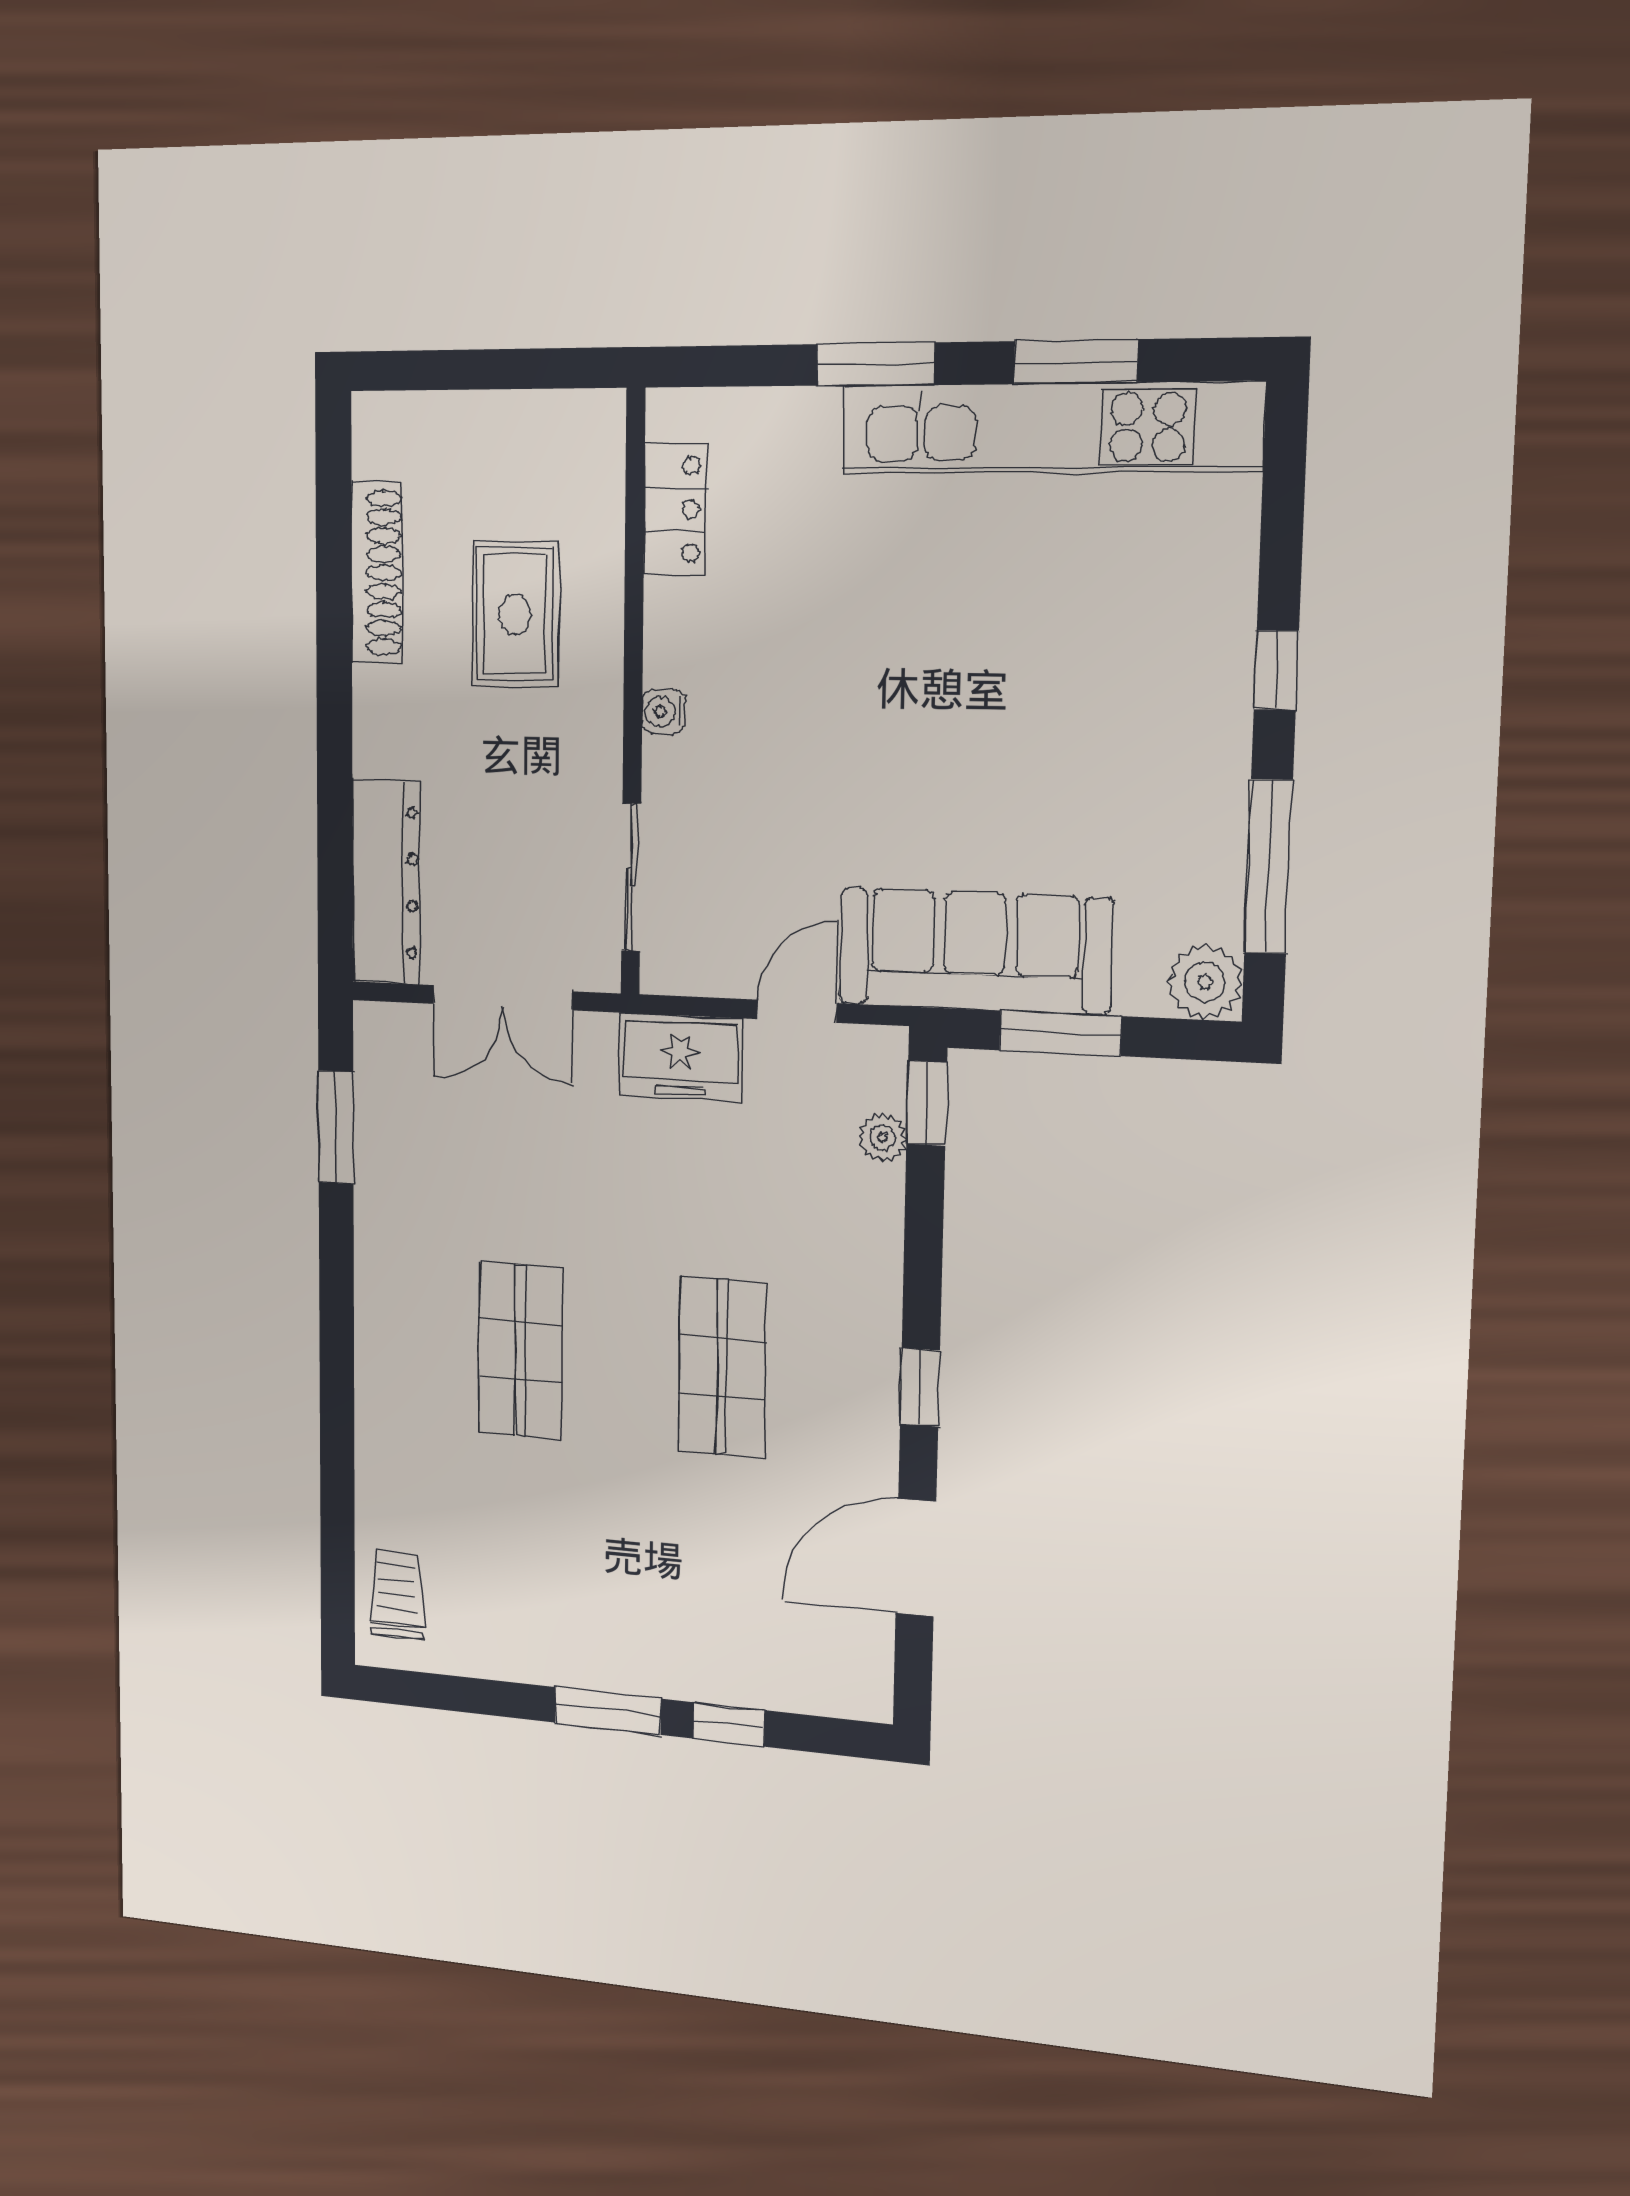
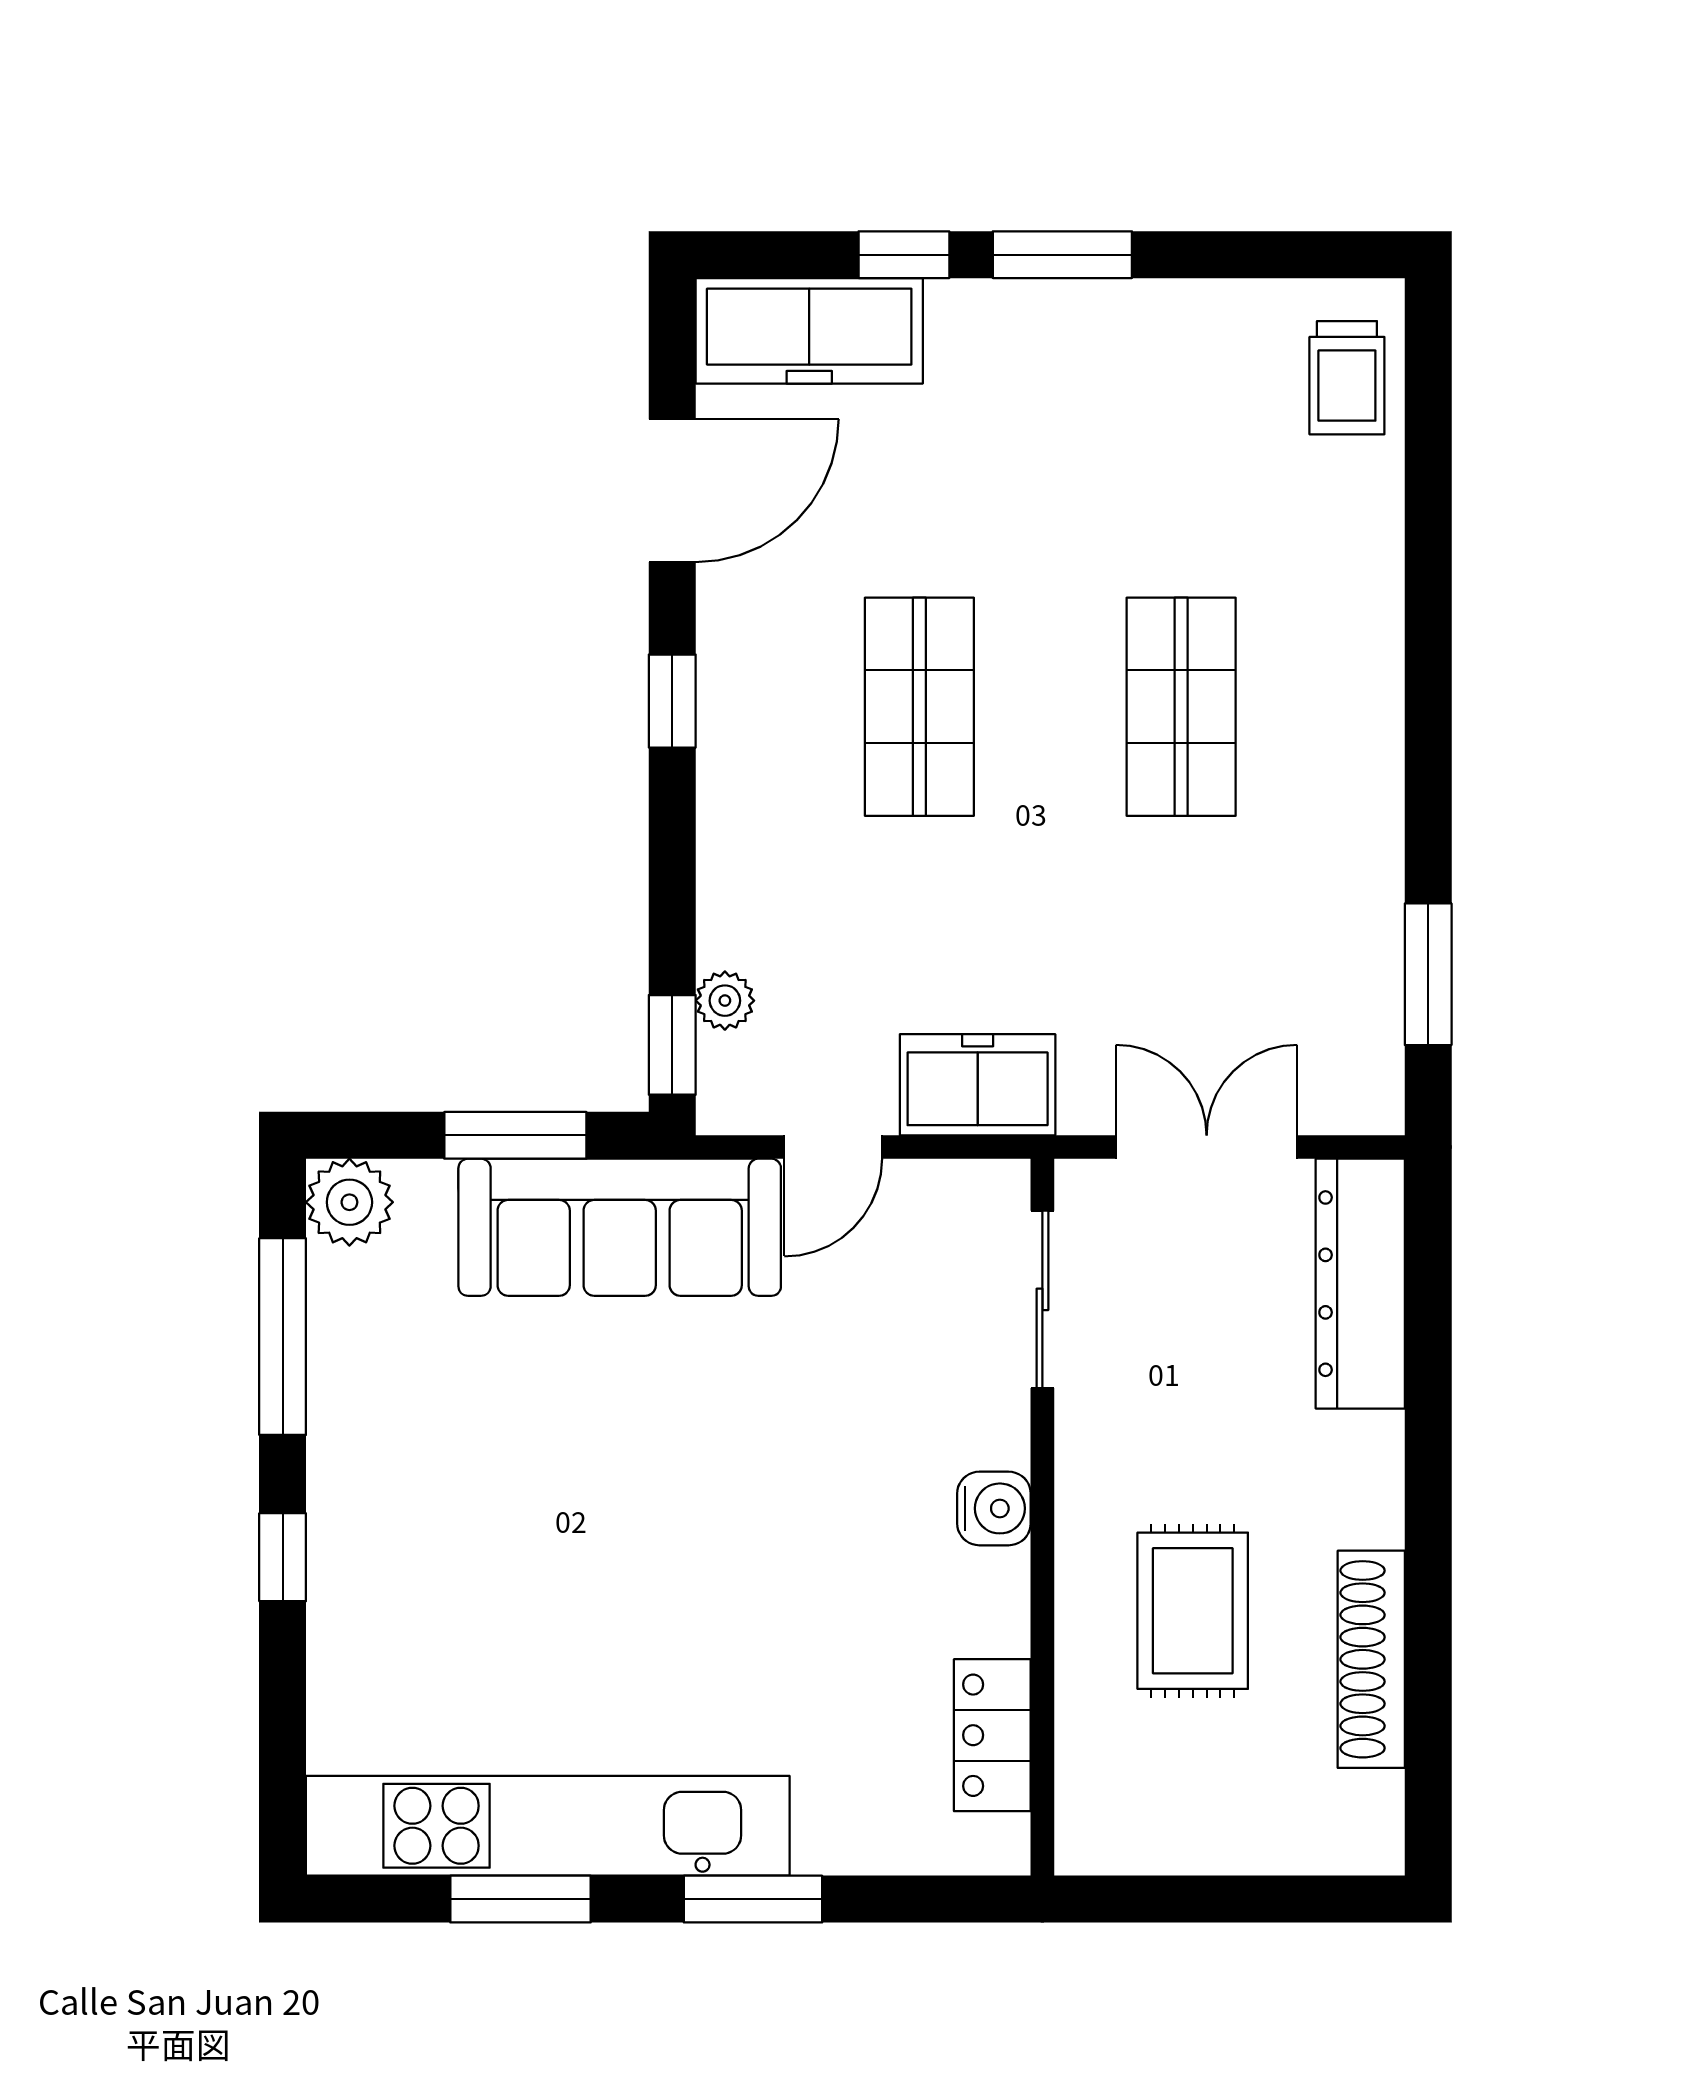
water cooler: (663, 712) -> (994, 1508), width x1.38, depth x1.38
freezer: (804, 1673) -> (809, 331), added

